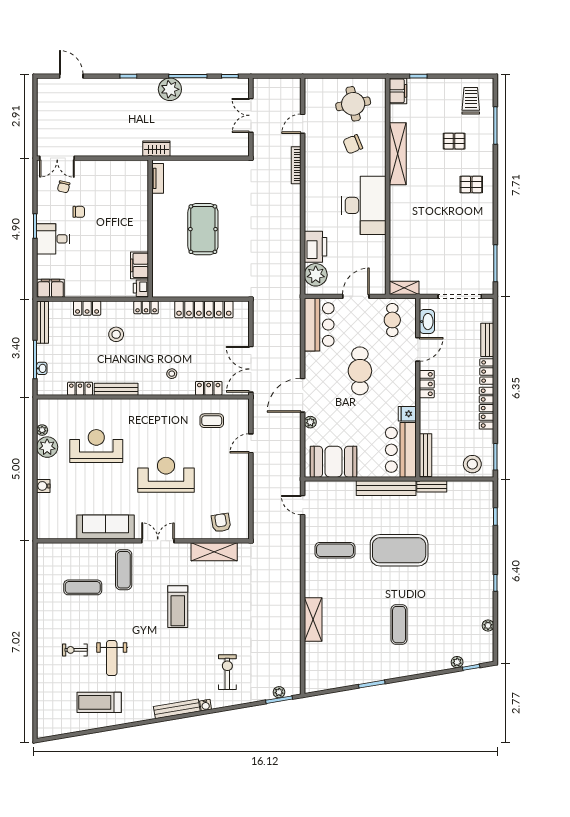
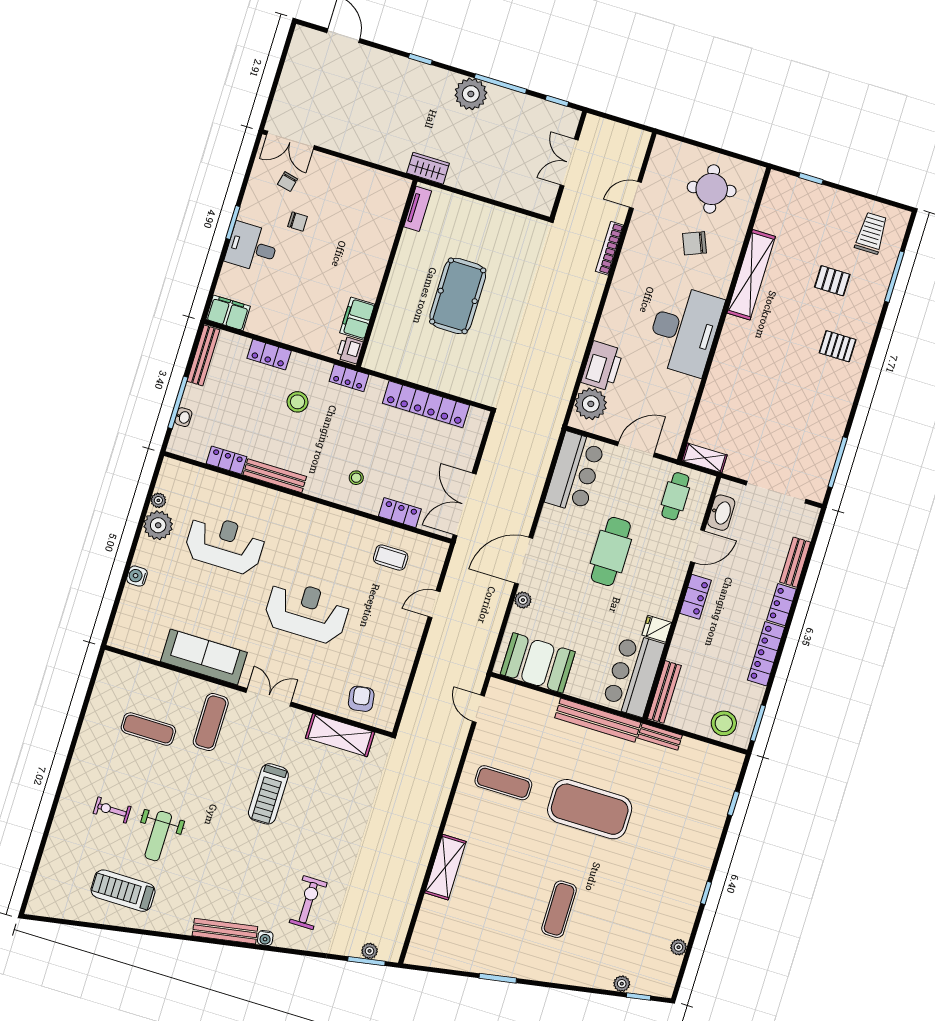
filing cabinet: (398, 91) -> (777, 190), removed

